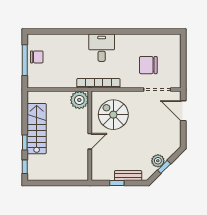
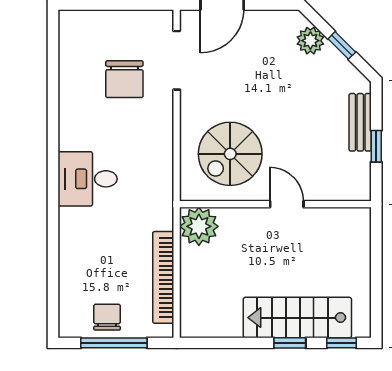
bookcase: (98, 83) -> (163, 277), moved
stairs: (37, 129) -> (297, 318), moved
plant: (158, 161) -> (310, 41), moved

